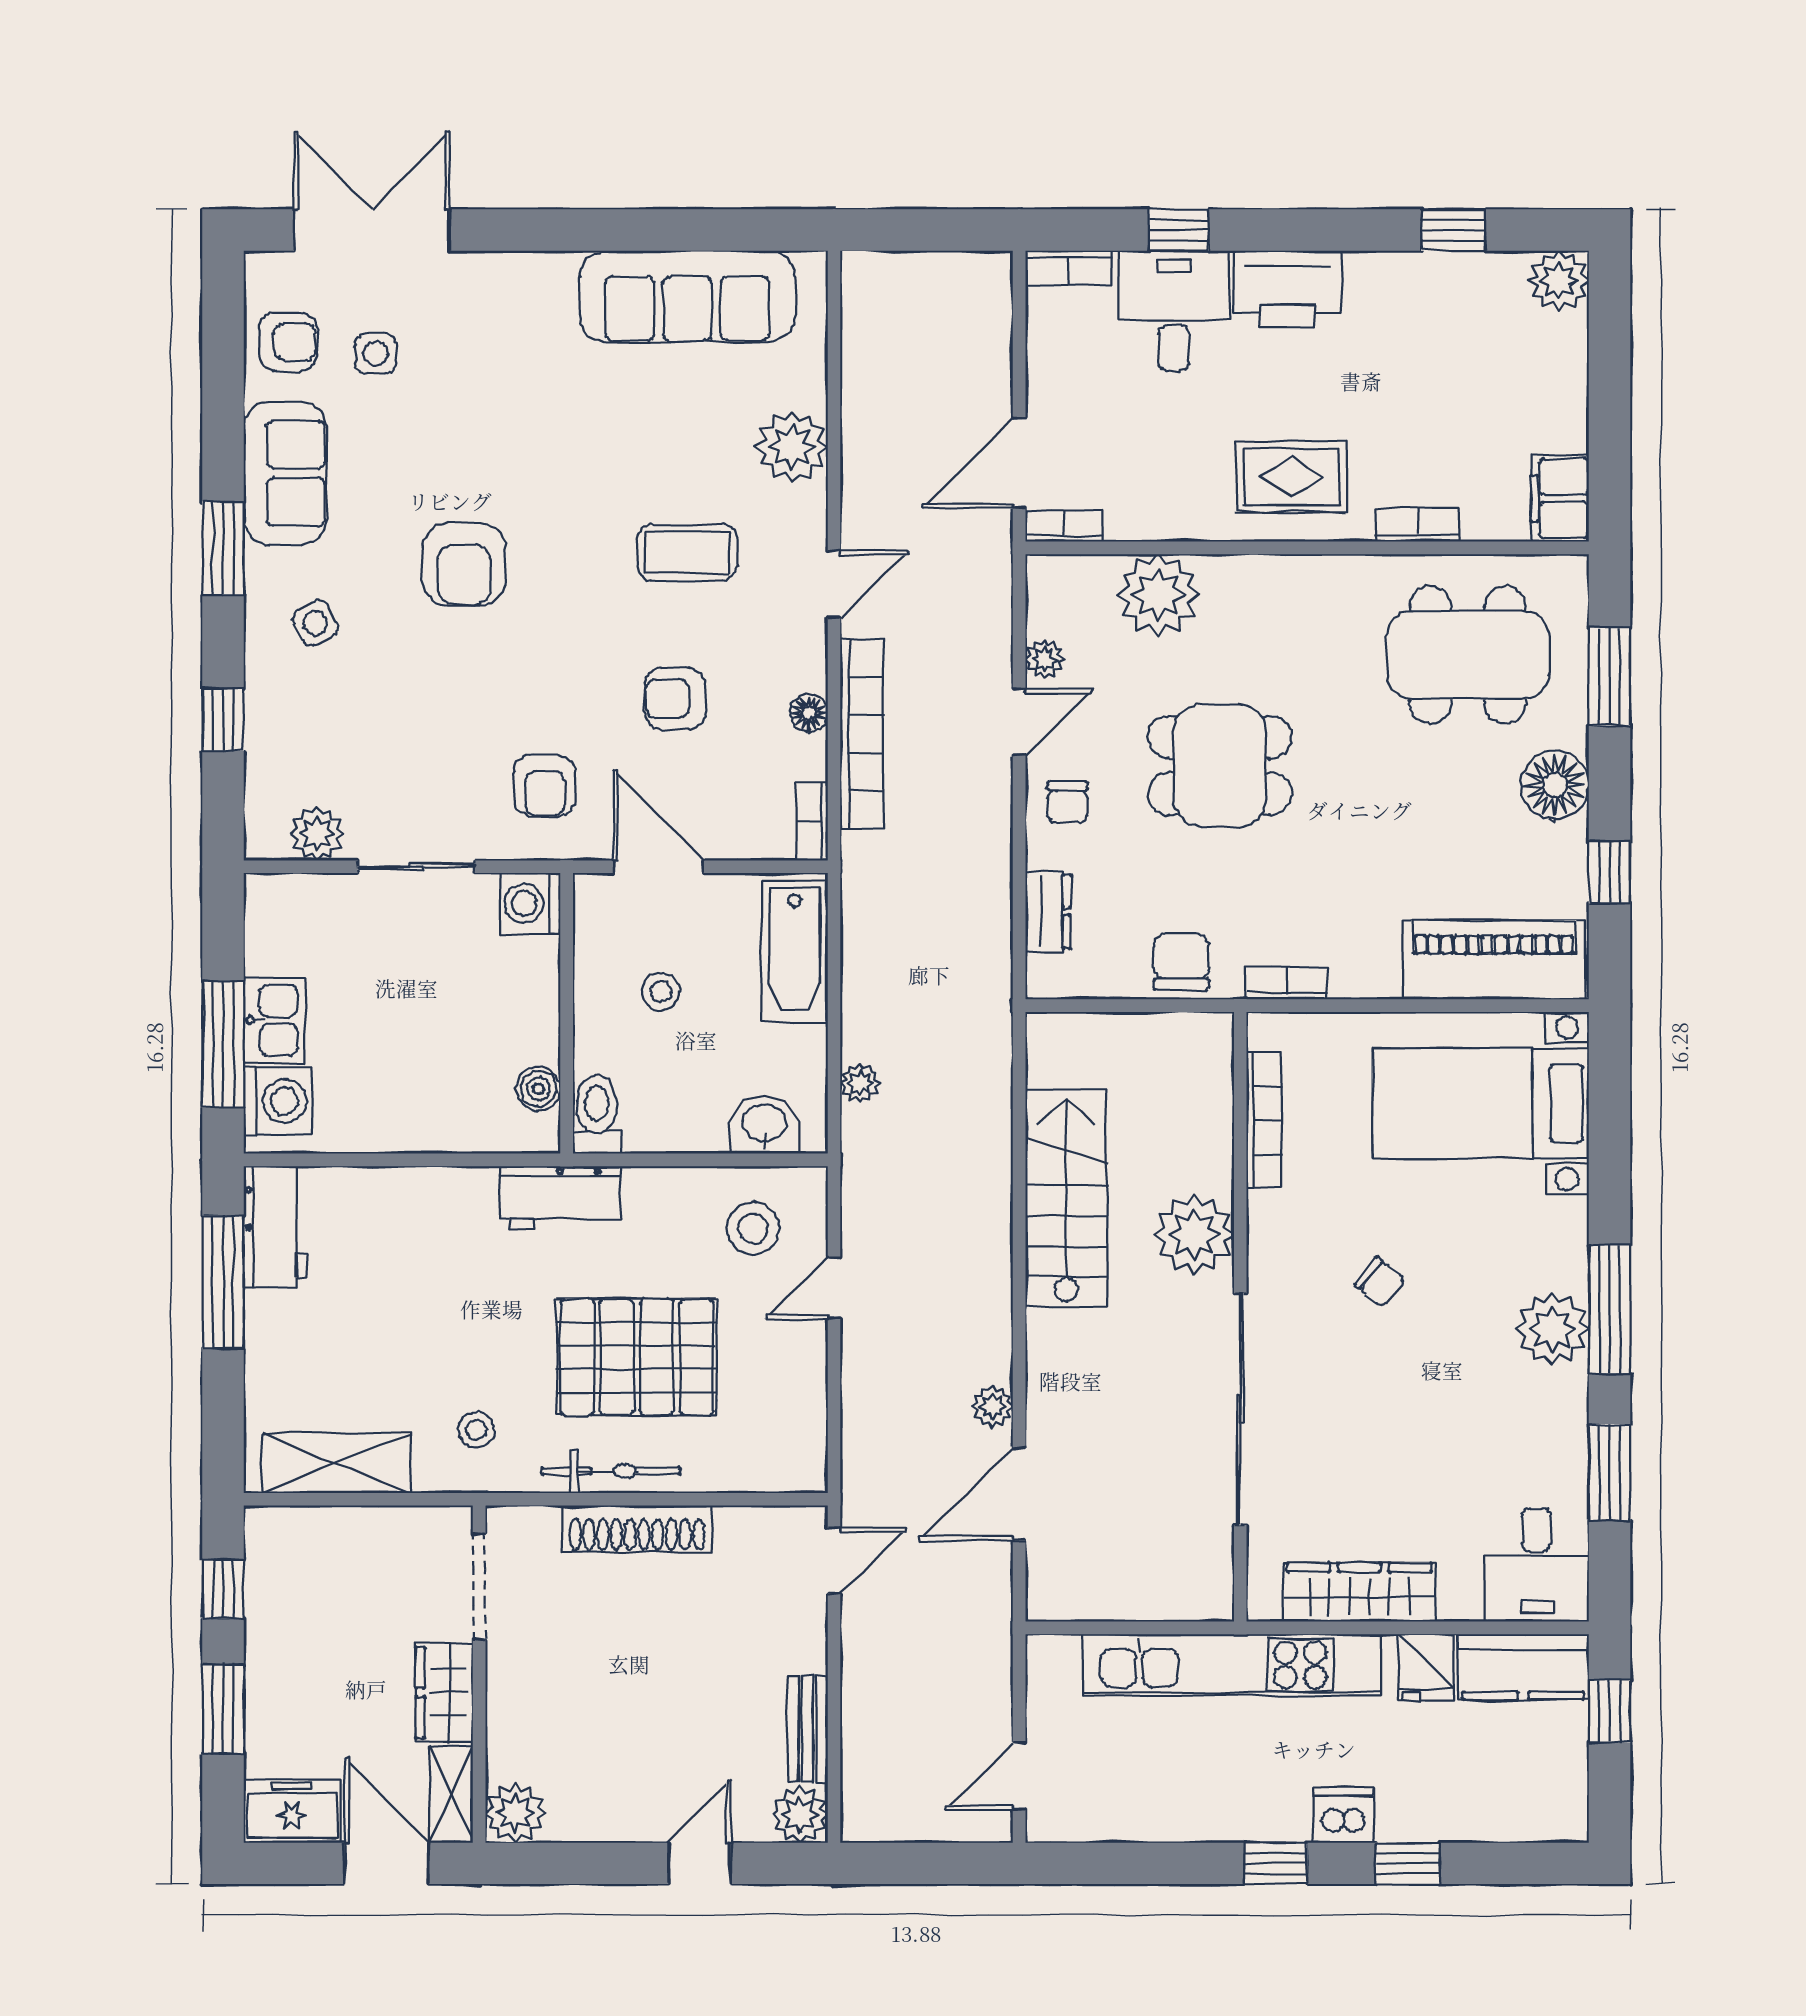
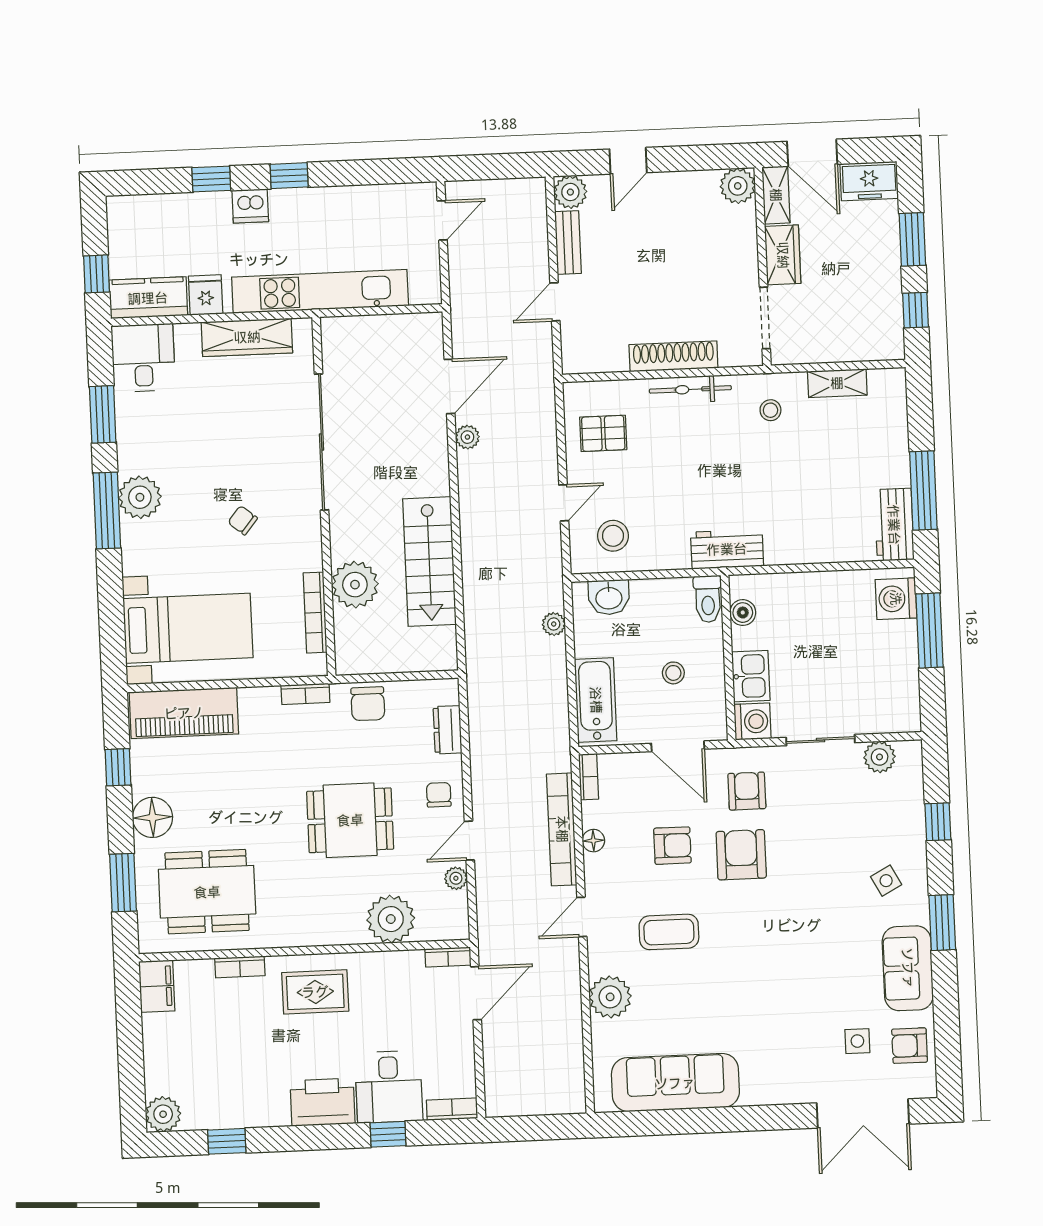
armchair: (464, 565) -> (741, 855), moved
kitchen sink: (274, 1020) -> (751, 676), moved, turned 180
plant: (1194, 1235) -> (355, 585), moved
pallet: (637, 1357) -> (603, 433), moved, width x0.49, depth x0.50
shelving: (336, 1463) -> (837, 383), width x0.67, depth x0.75
door: (834, 1561) -> (555, 302), moved

